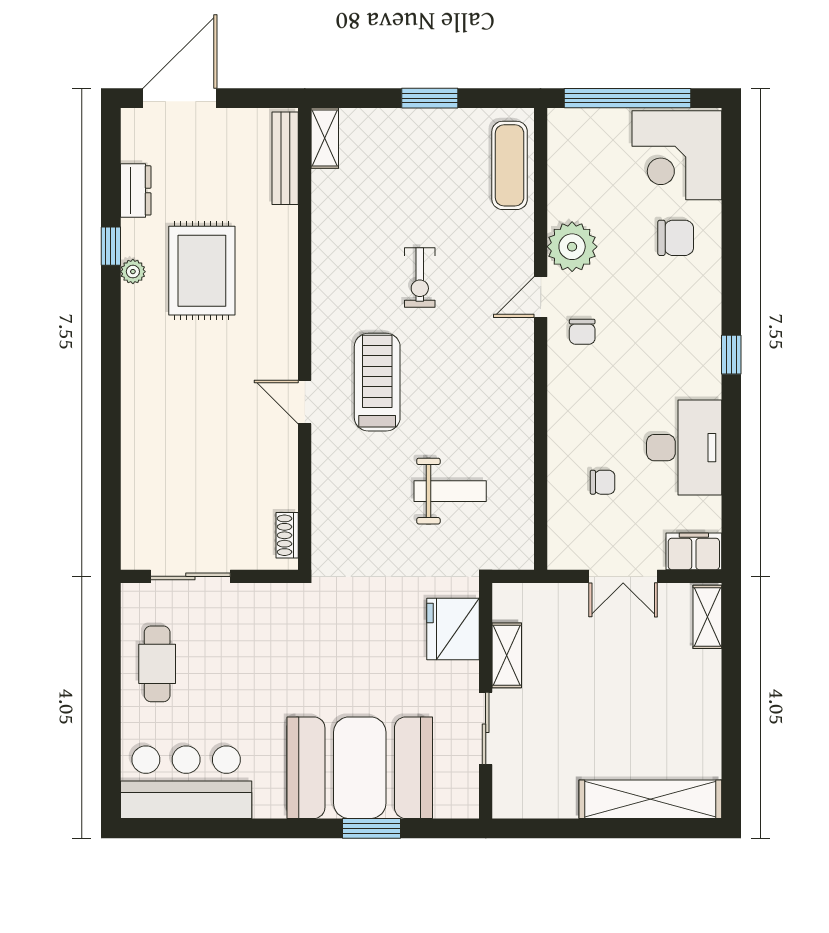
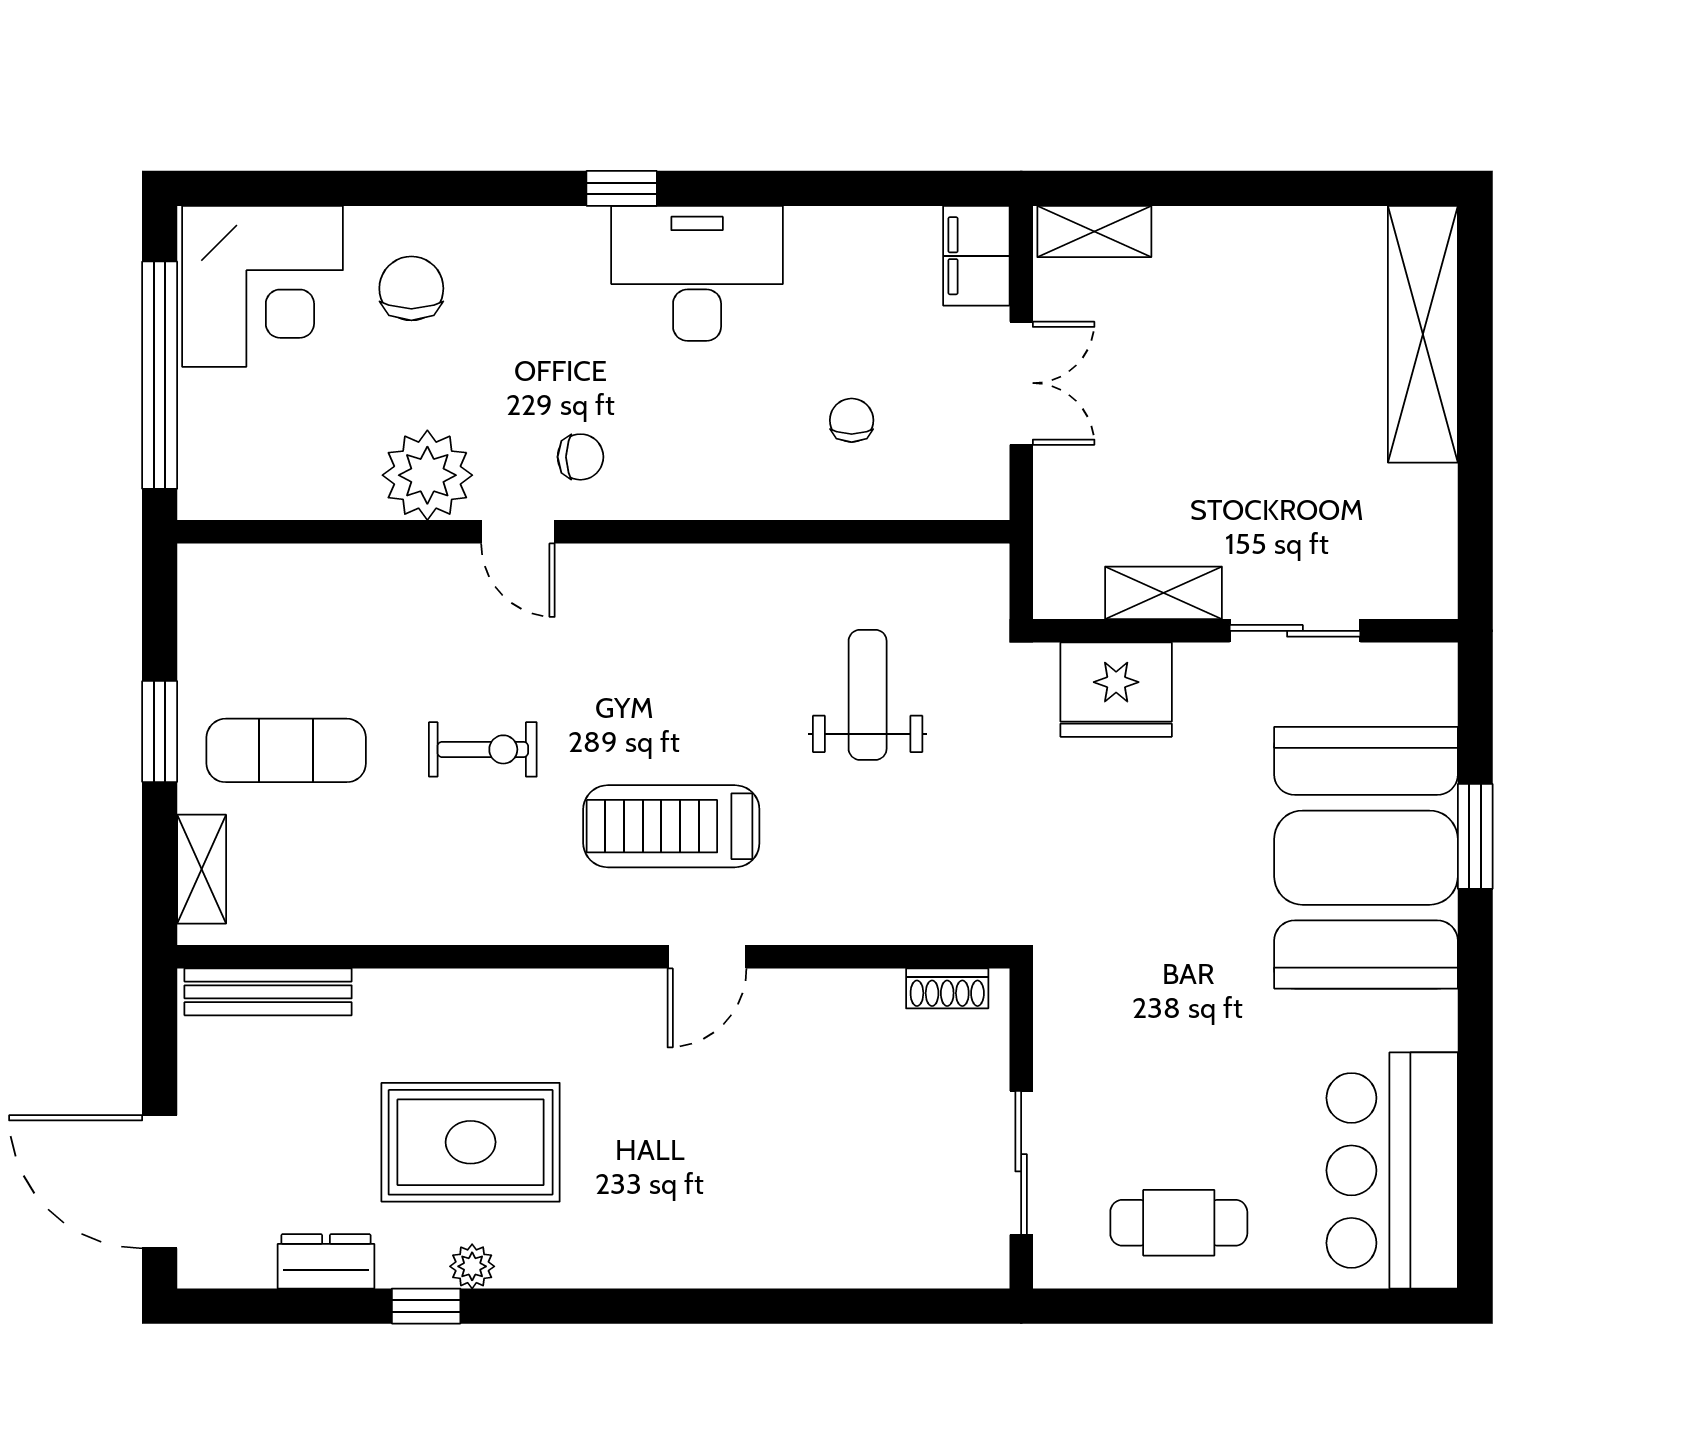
shelving: (325, 138) -> (202, 869), moved, turned 90
exercise mat: (510, 165) -> (286, 750), moved
desk: (684, 448) -> (697, 273), moved

